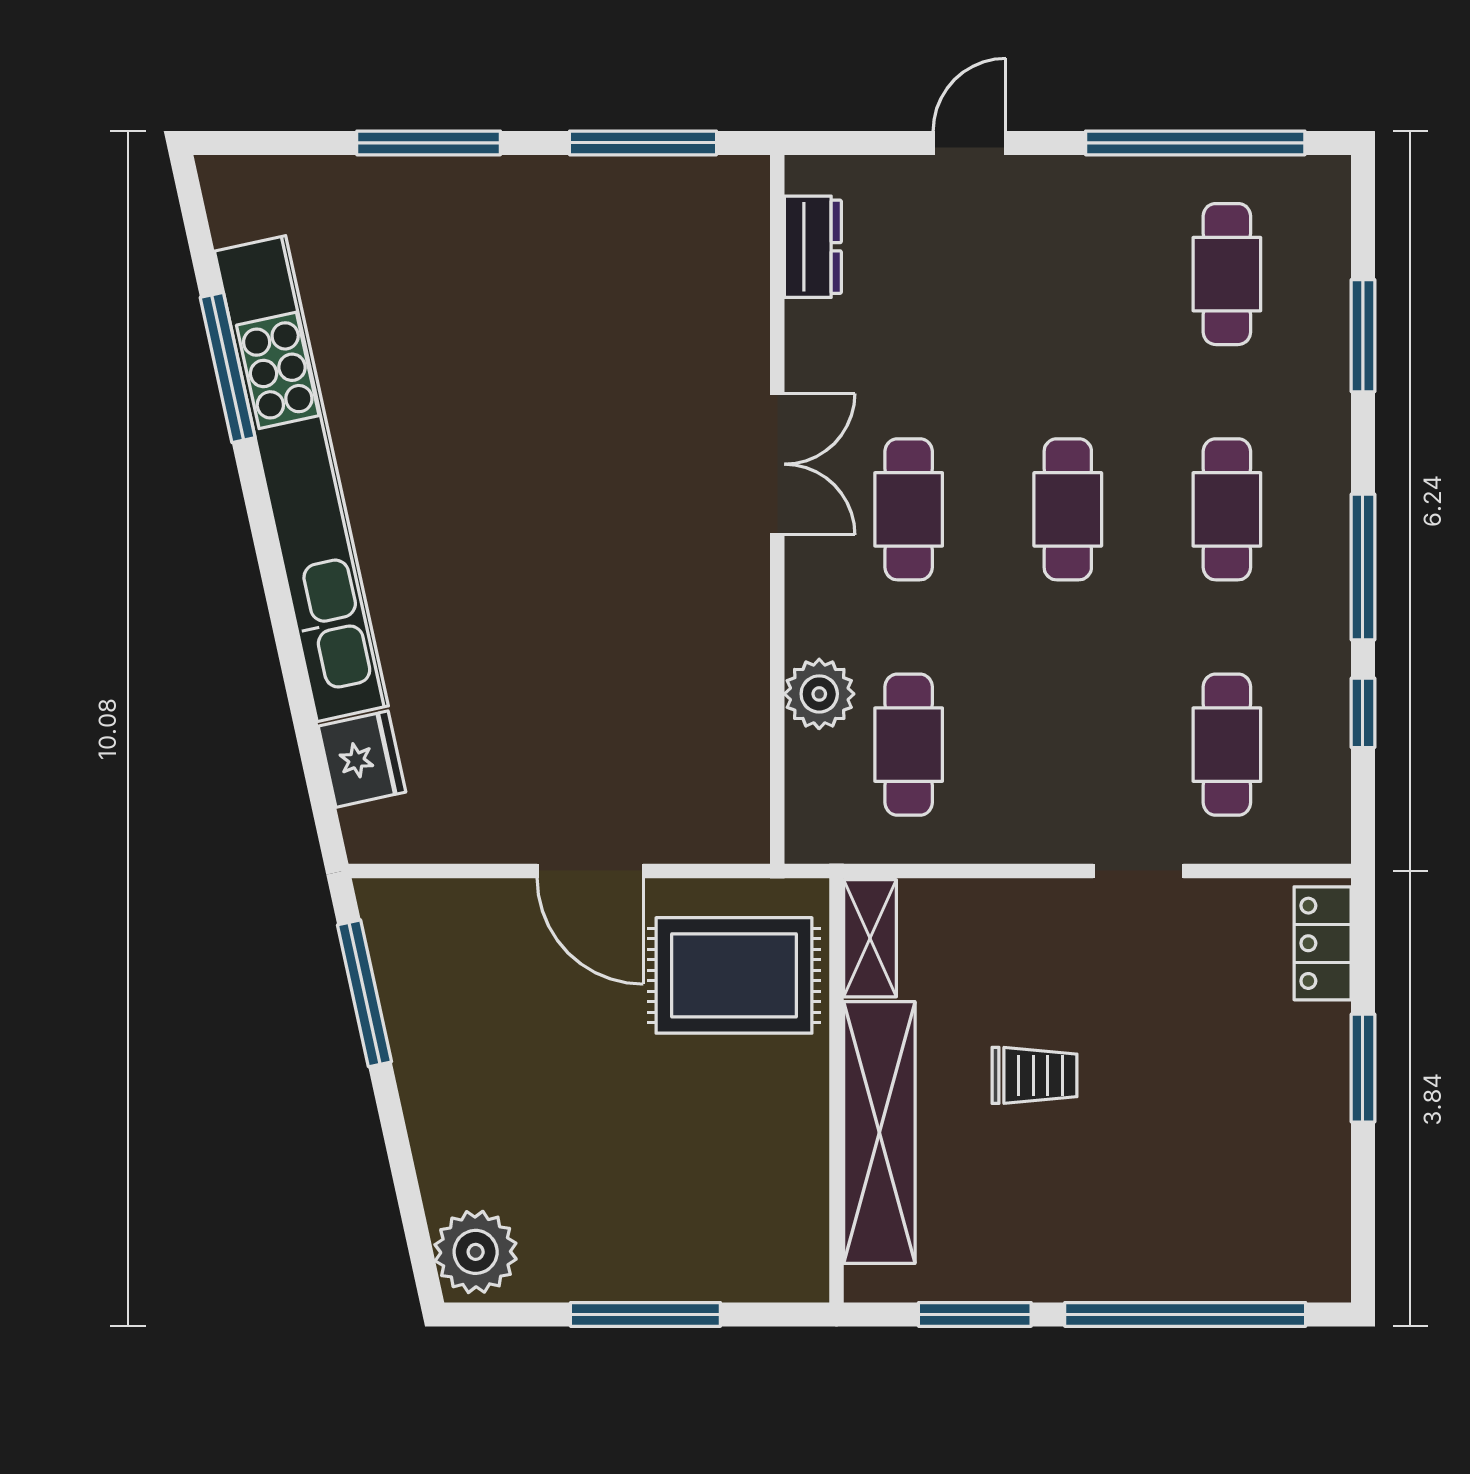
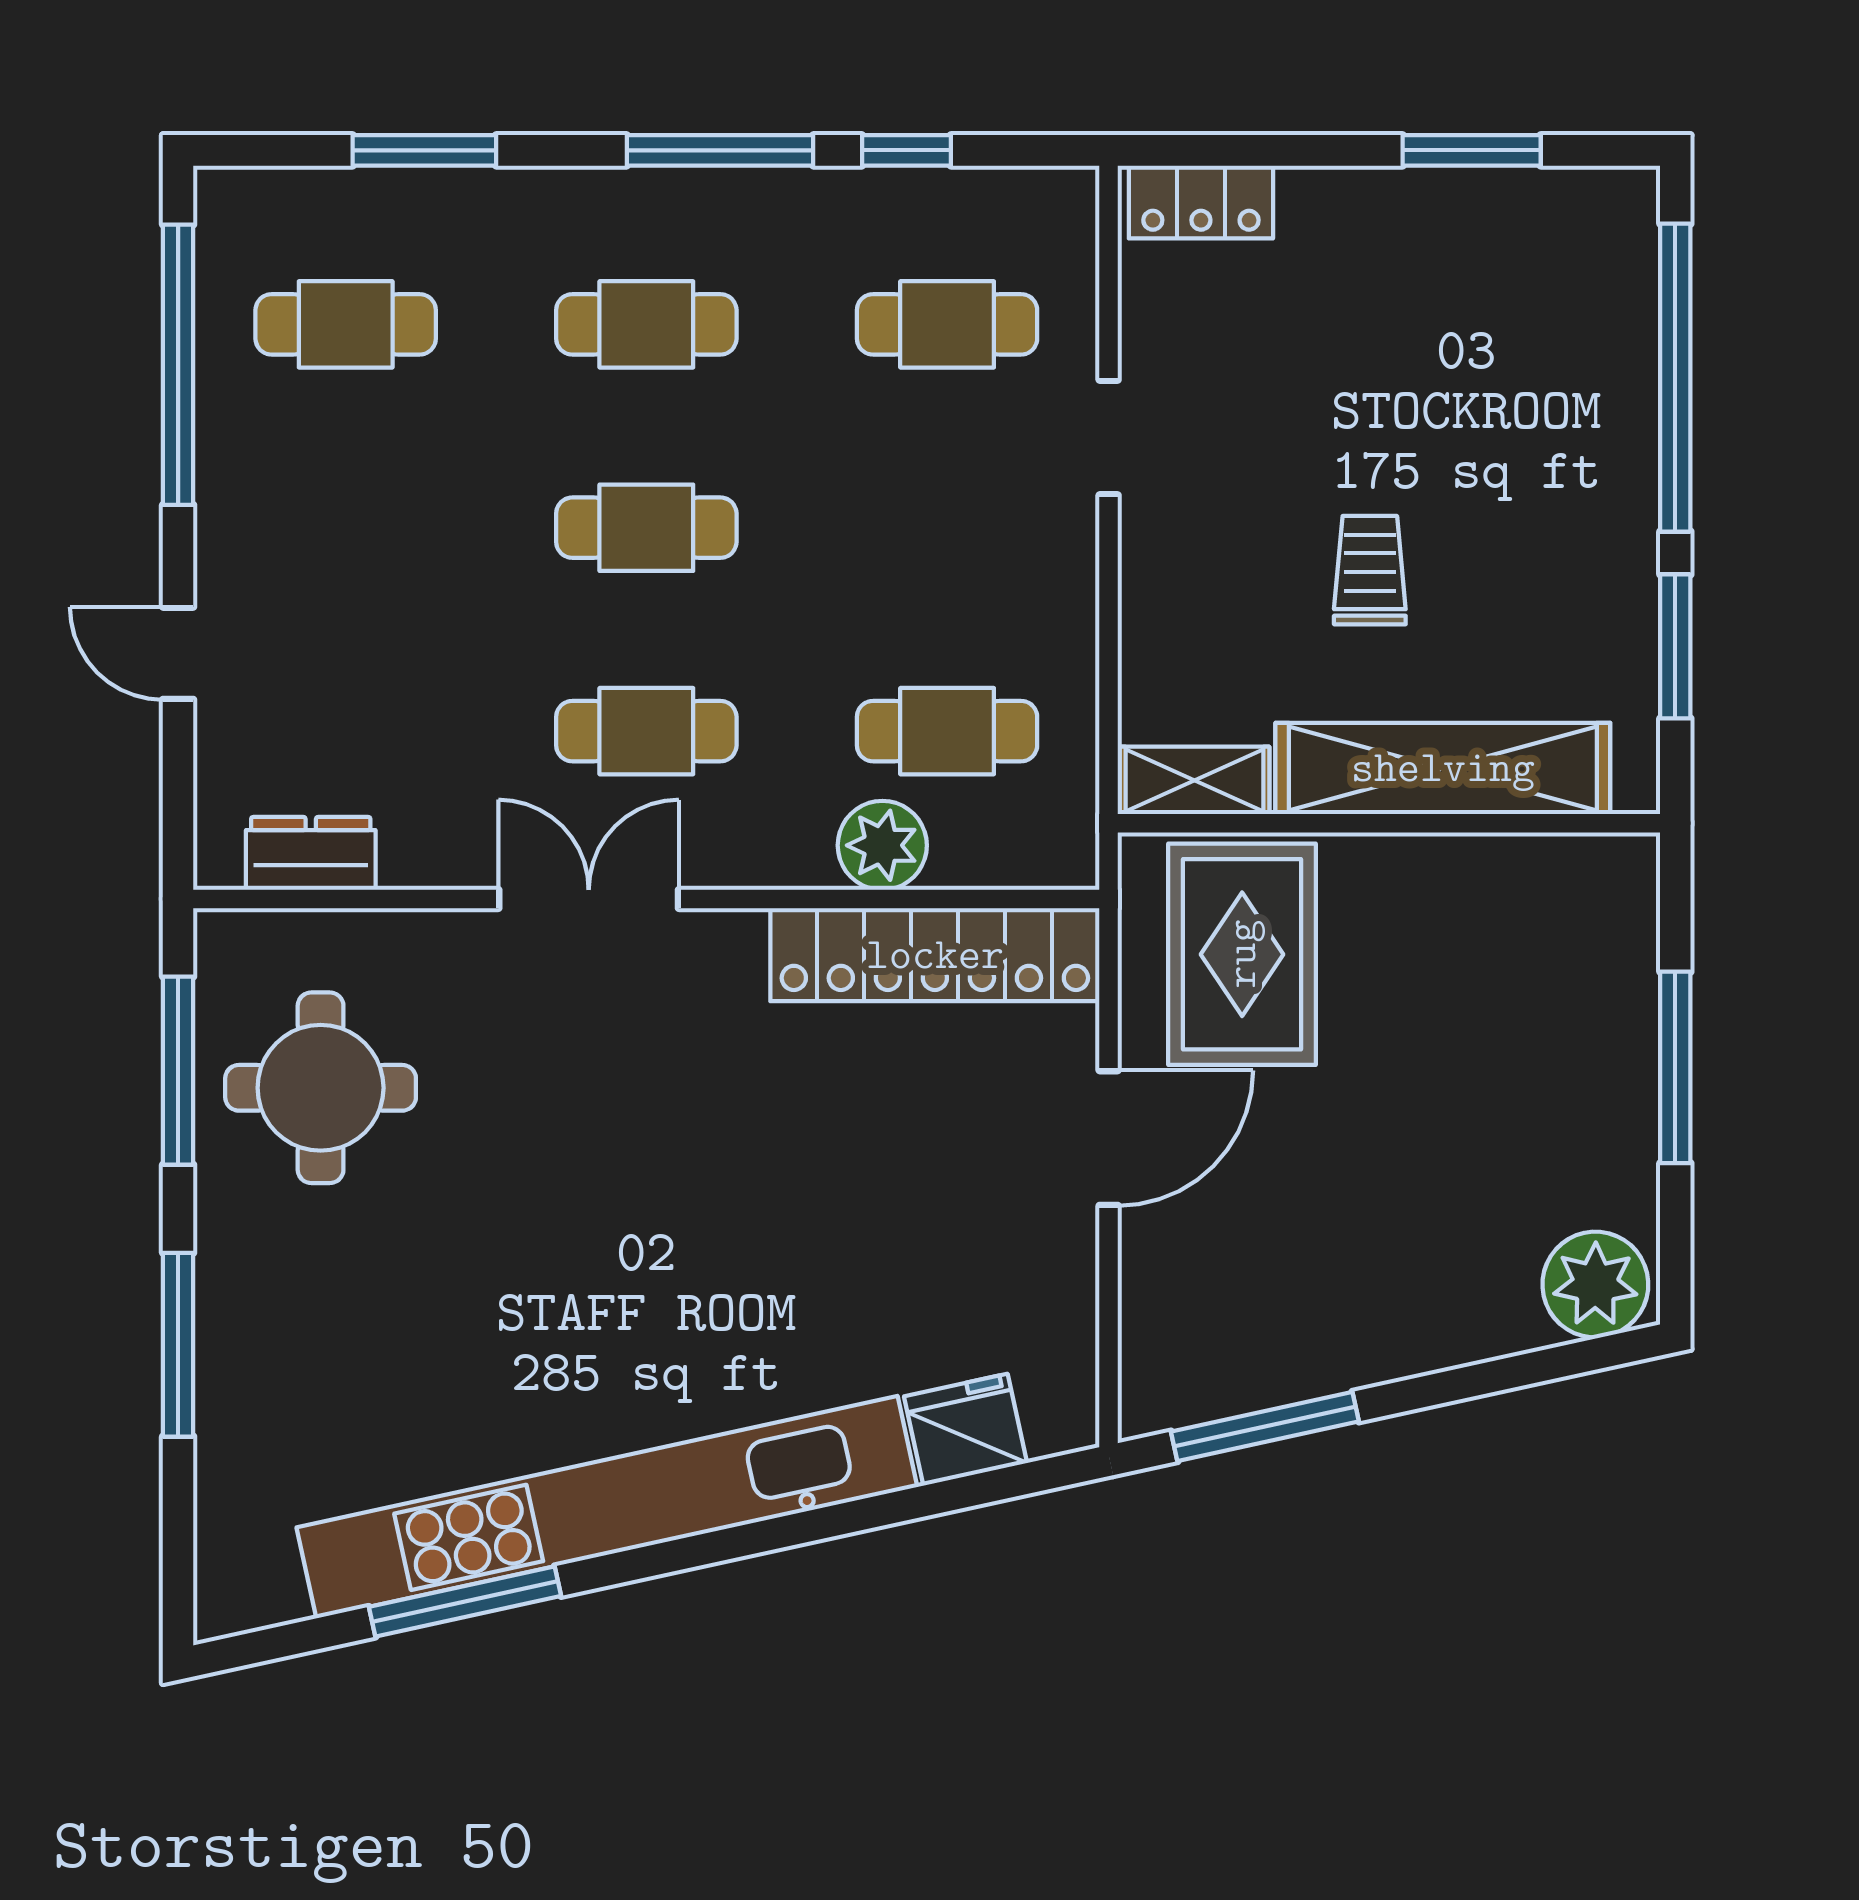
round table: (630, 254) -> (321, 1088), added
locker: (734, 735) -> (935, 955), added
window: (1363, 1068) -> (1472, 150), moved

